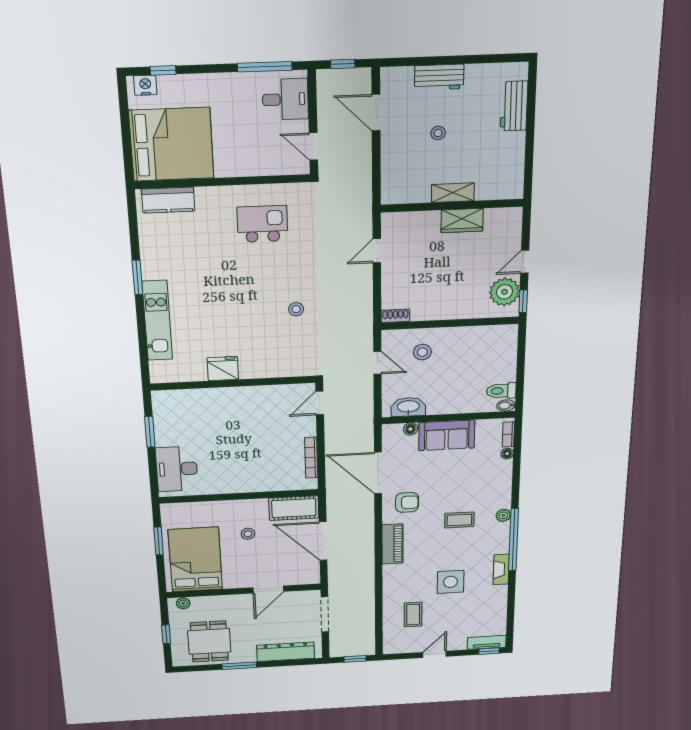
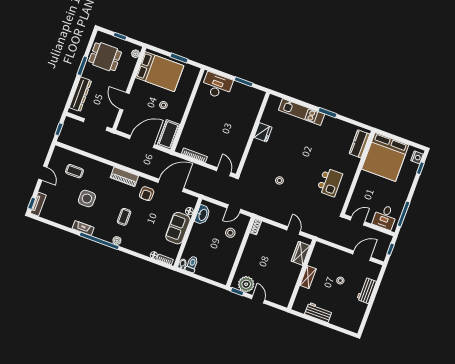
workbench: (514, 106) -> (318, 312), moved
wardrobe: (462, 221) -> (301, 253), moved

